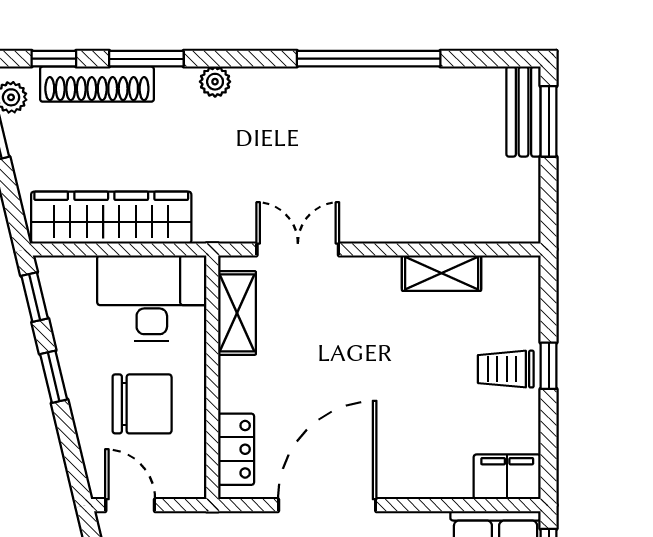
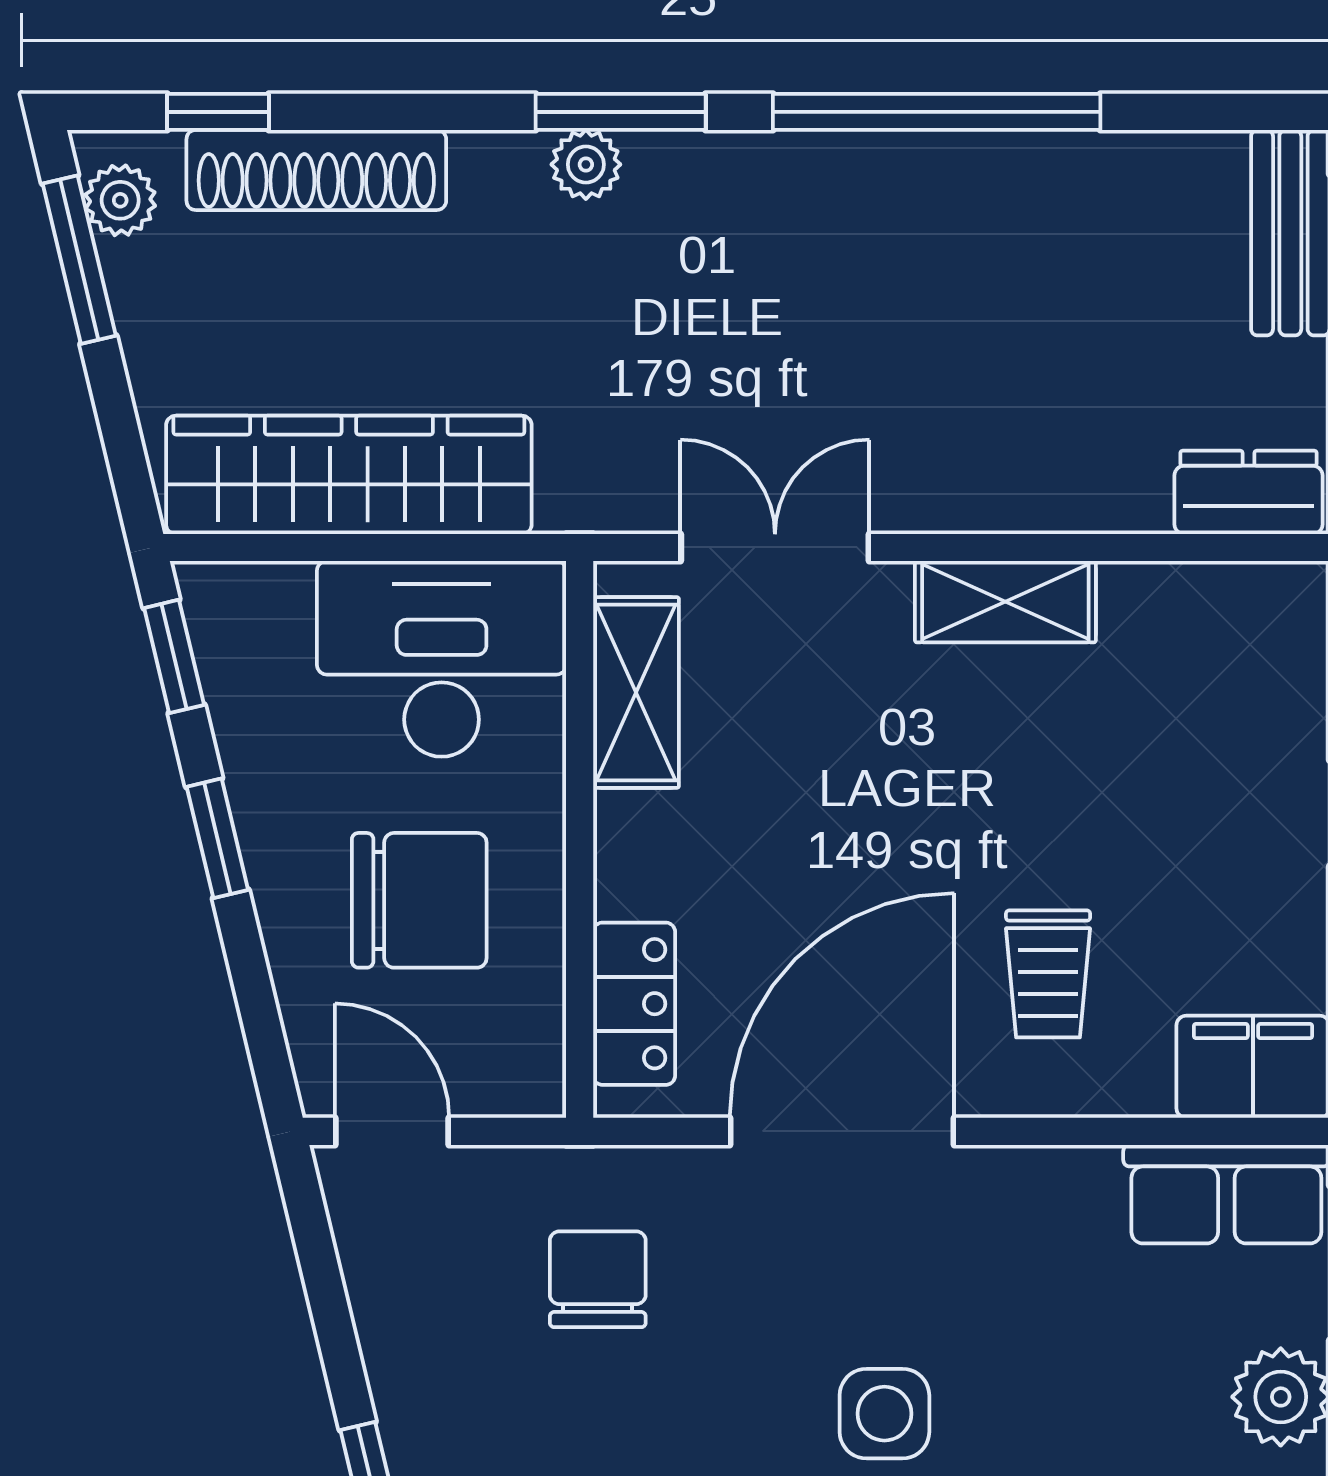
window: (146, 59) -> (621, 112), moved
dresser: (505, 225) -> (1248, 492), added
shelving: (442, 273) -> (1005, 602), moved
trolley: (506, 369) -> (1048, 974), moved, turned -90

